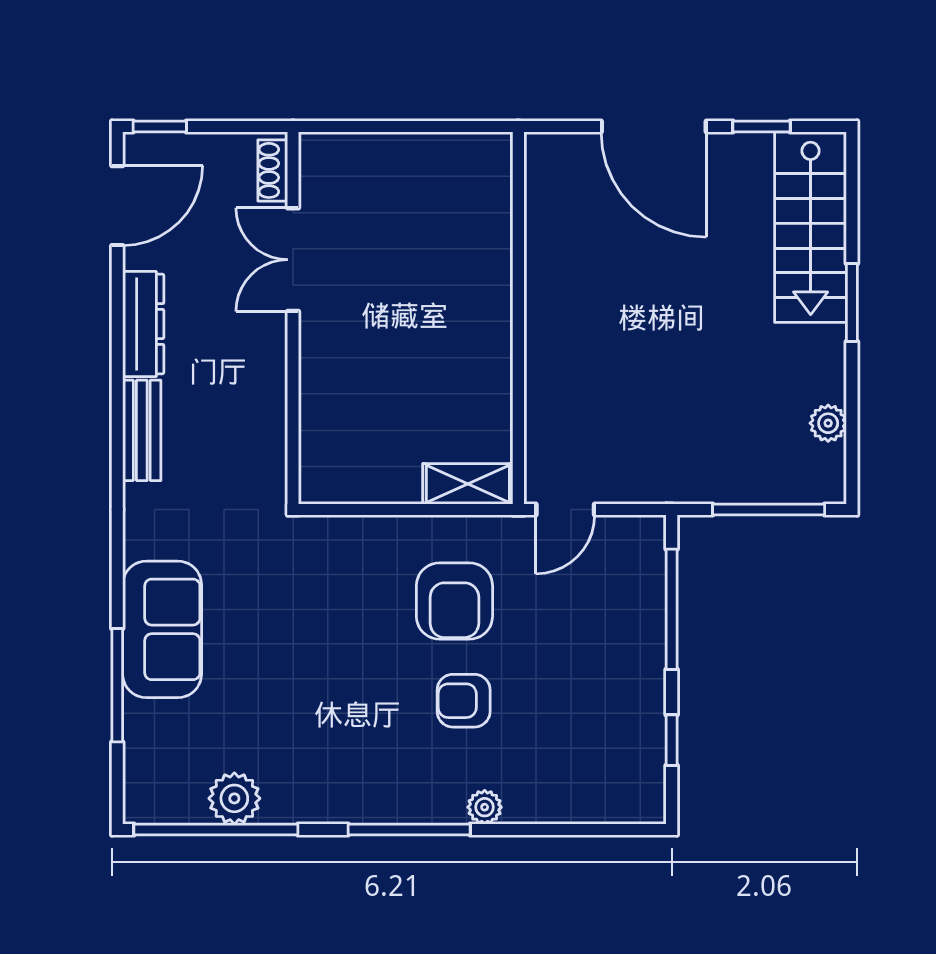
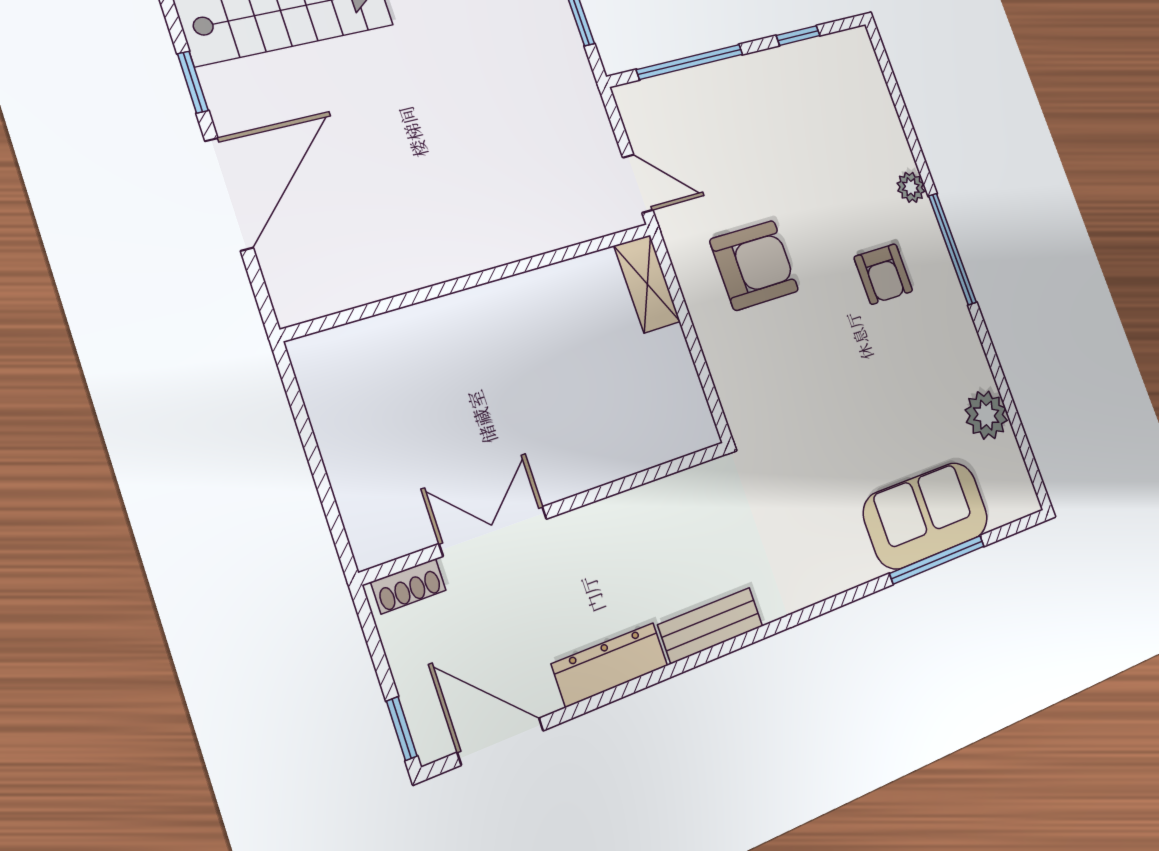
double door: (293, 260) -> (493, 531), swing flipped
sofa: (162, 629) -> (926, 515), moved
armchair: (464, 701) -> (883, 274), moved
window: (216, 830) -> (1016, 423), removed

